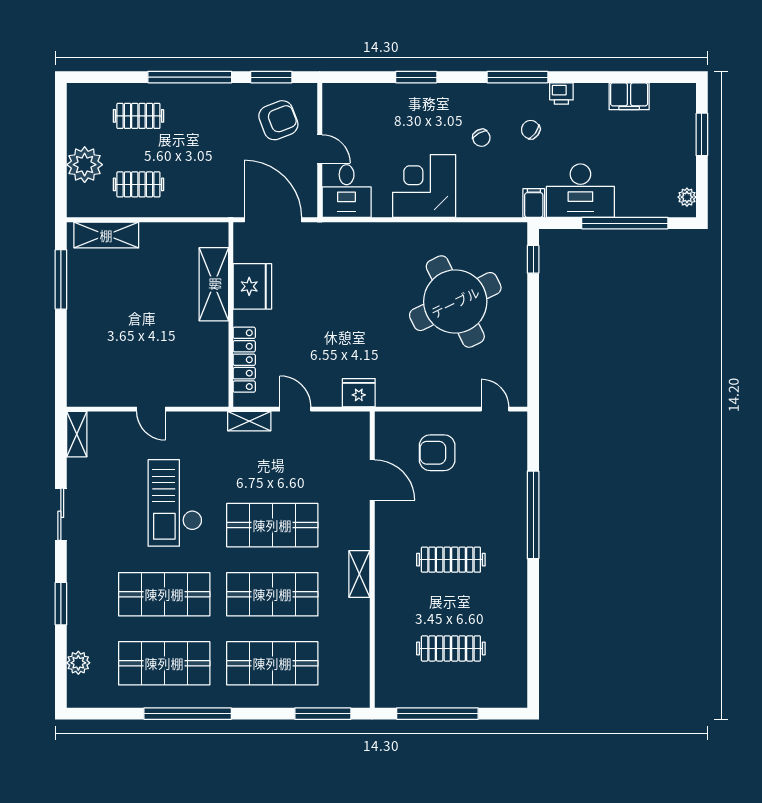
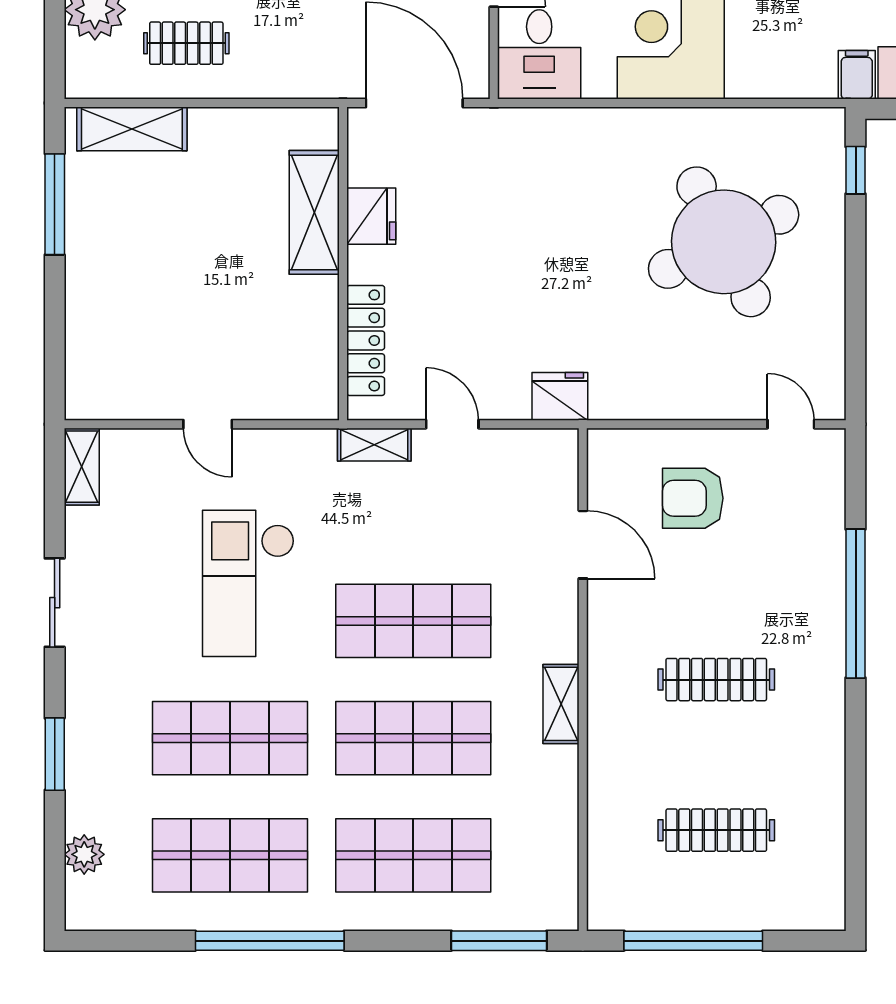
fridge: (252, 286) -> (371, 216), width x0.73, depth x0.75

